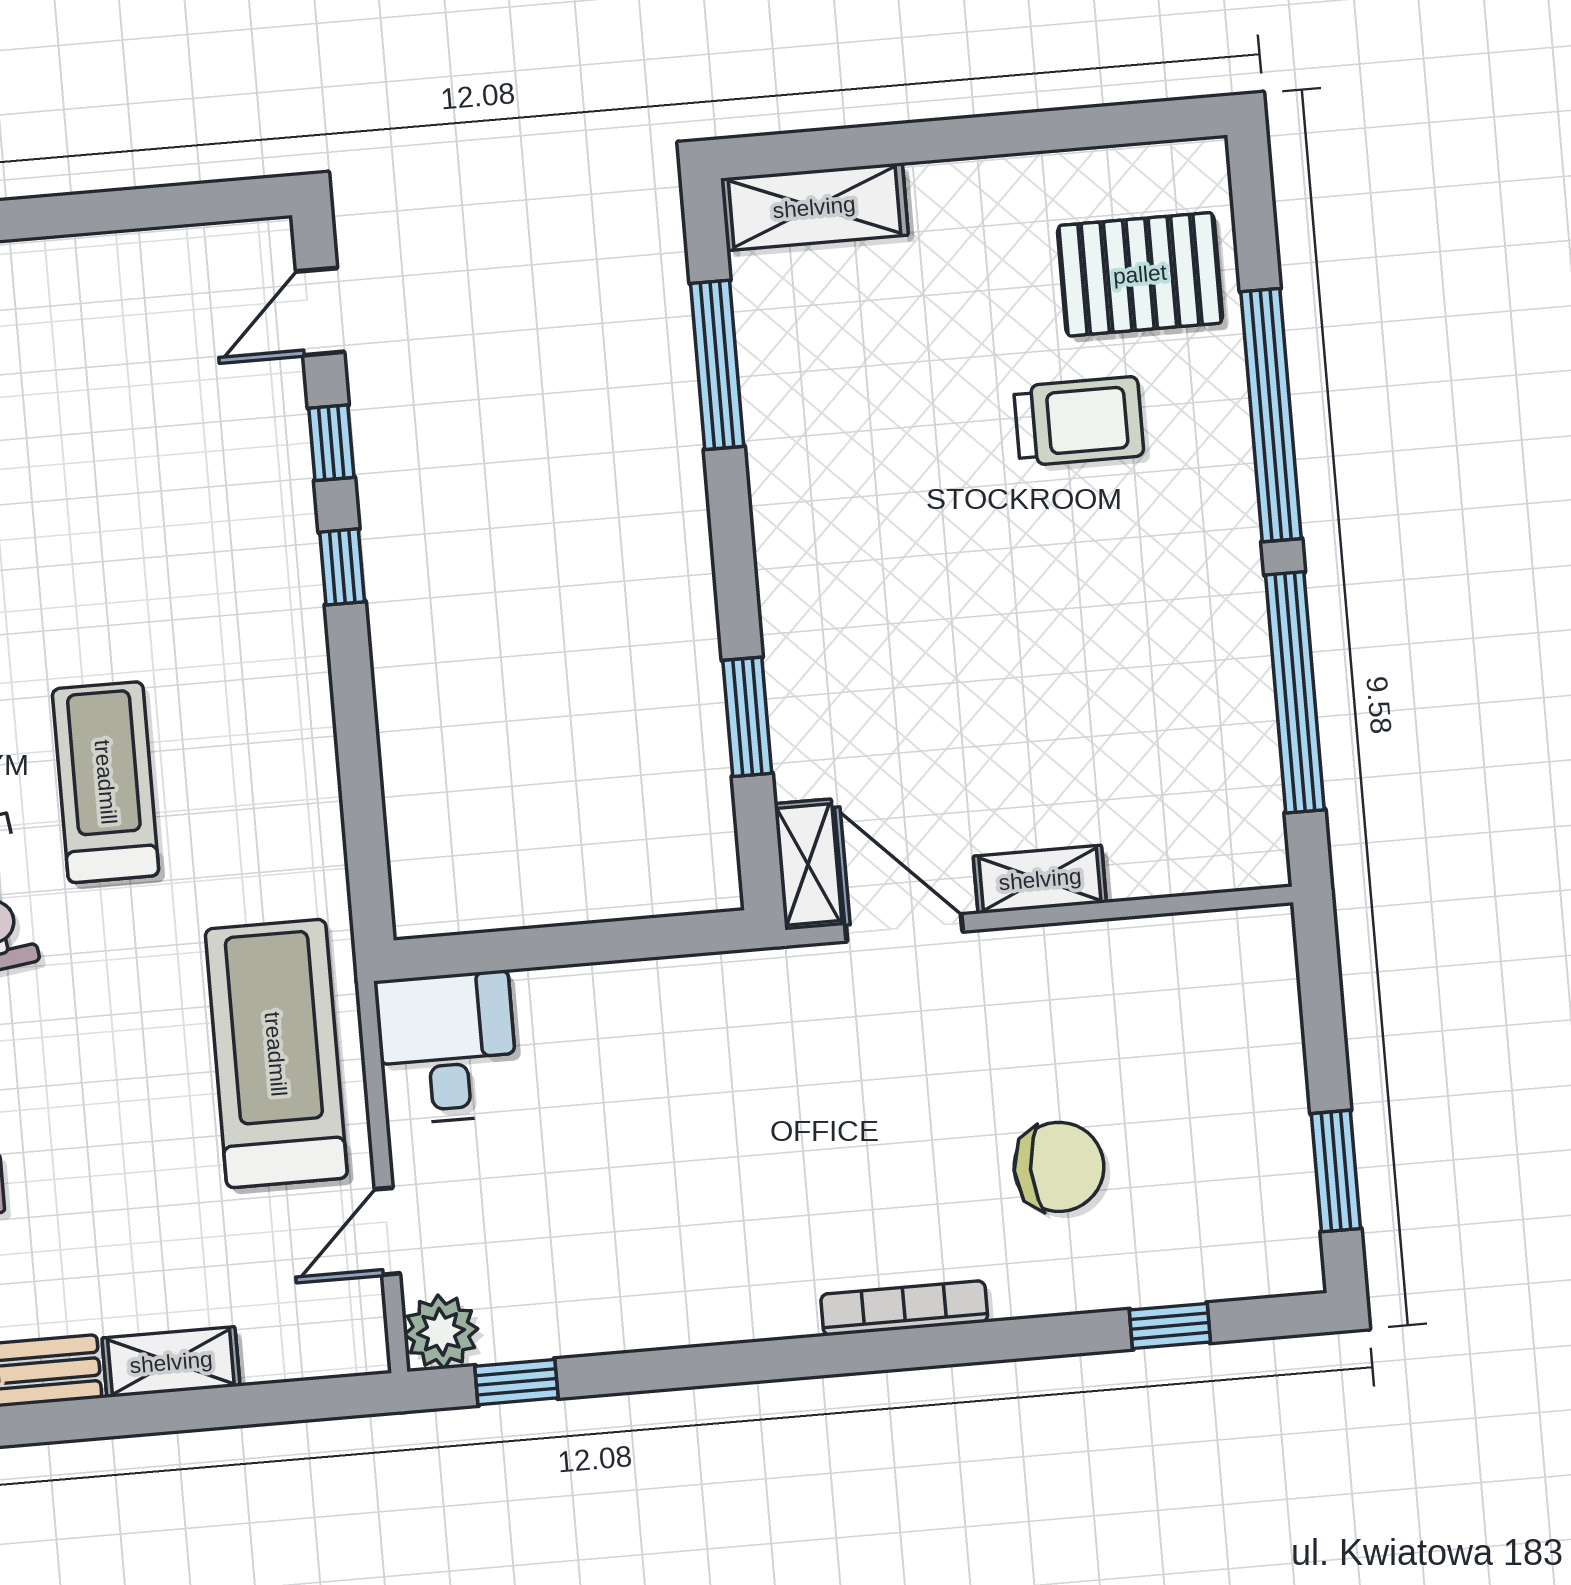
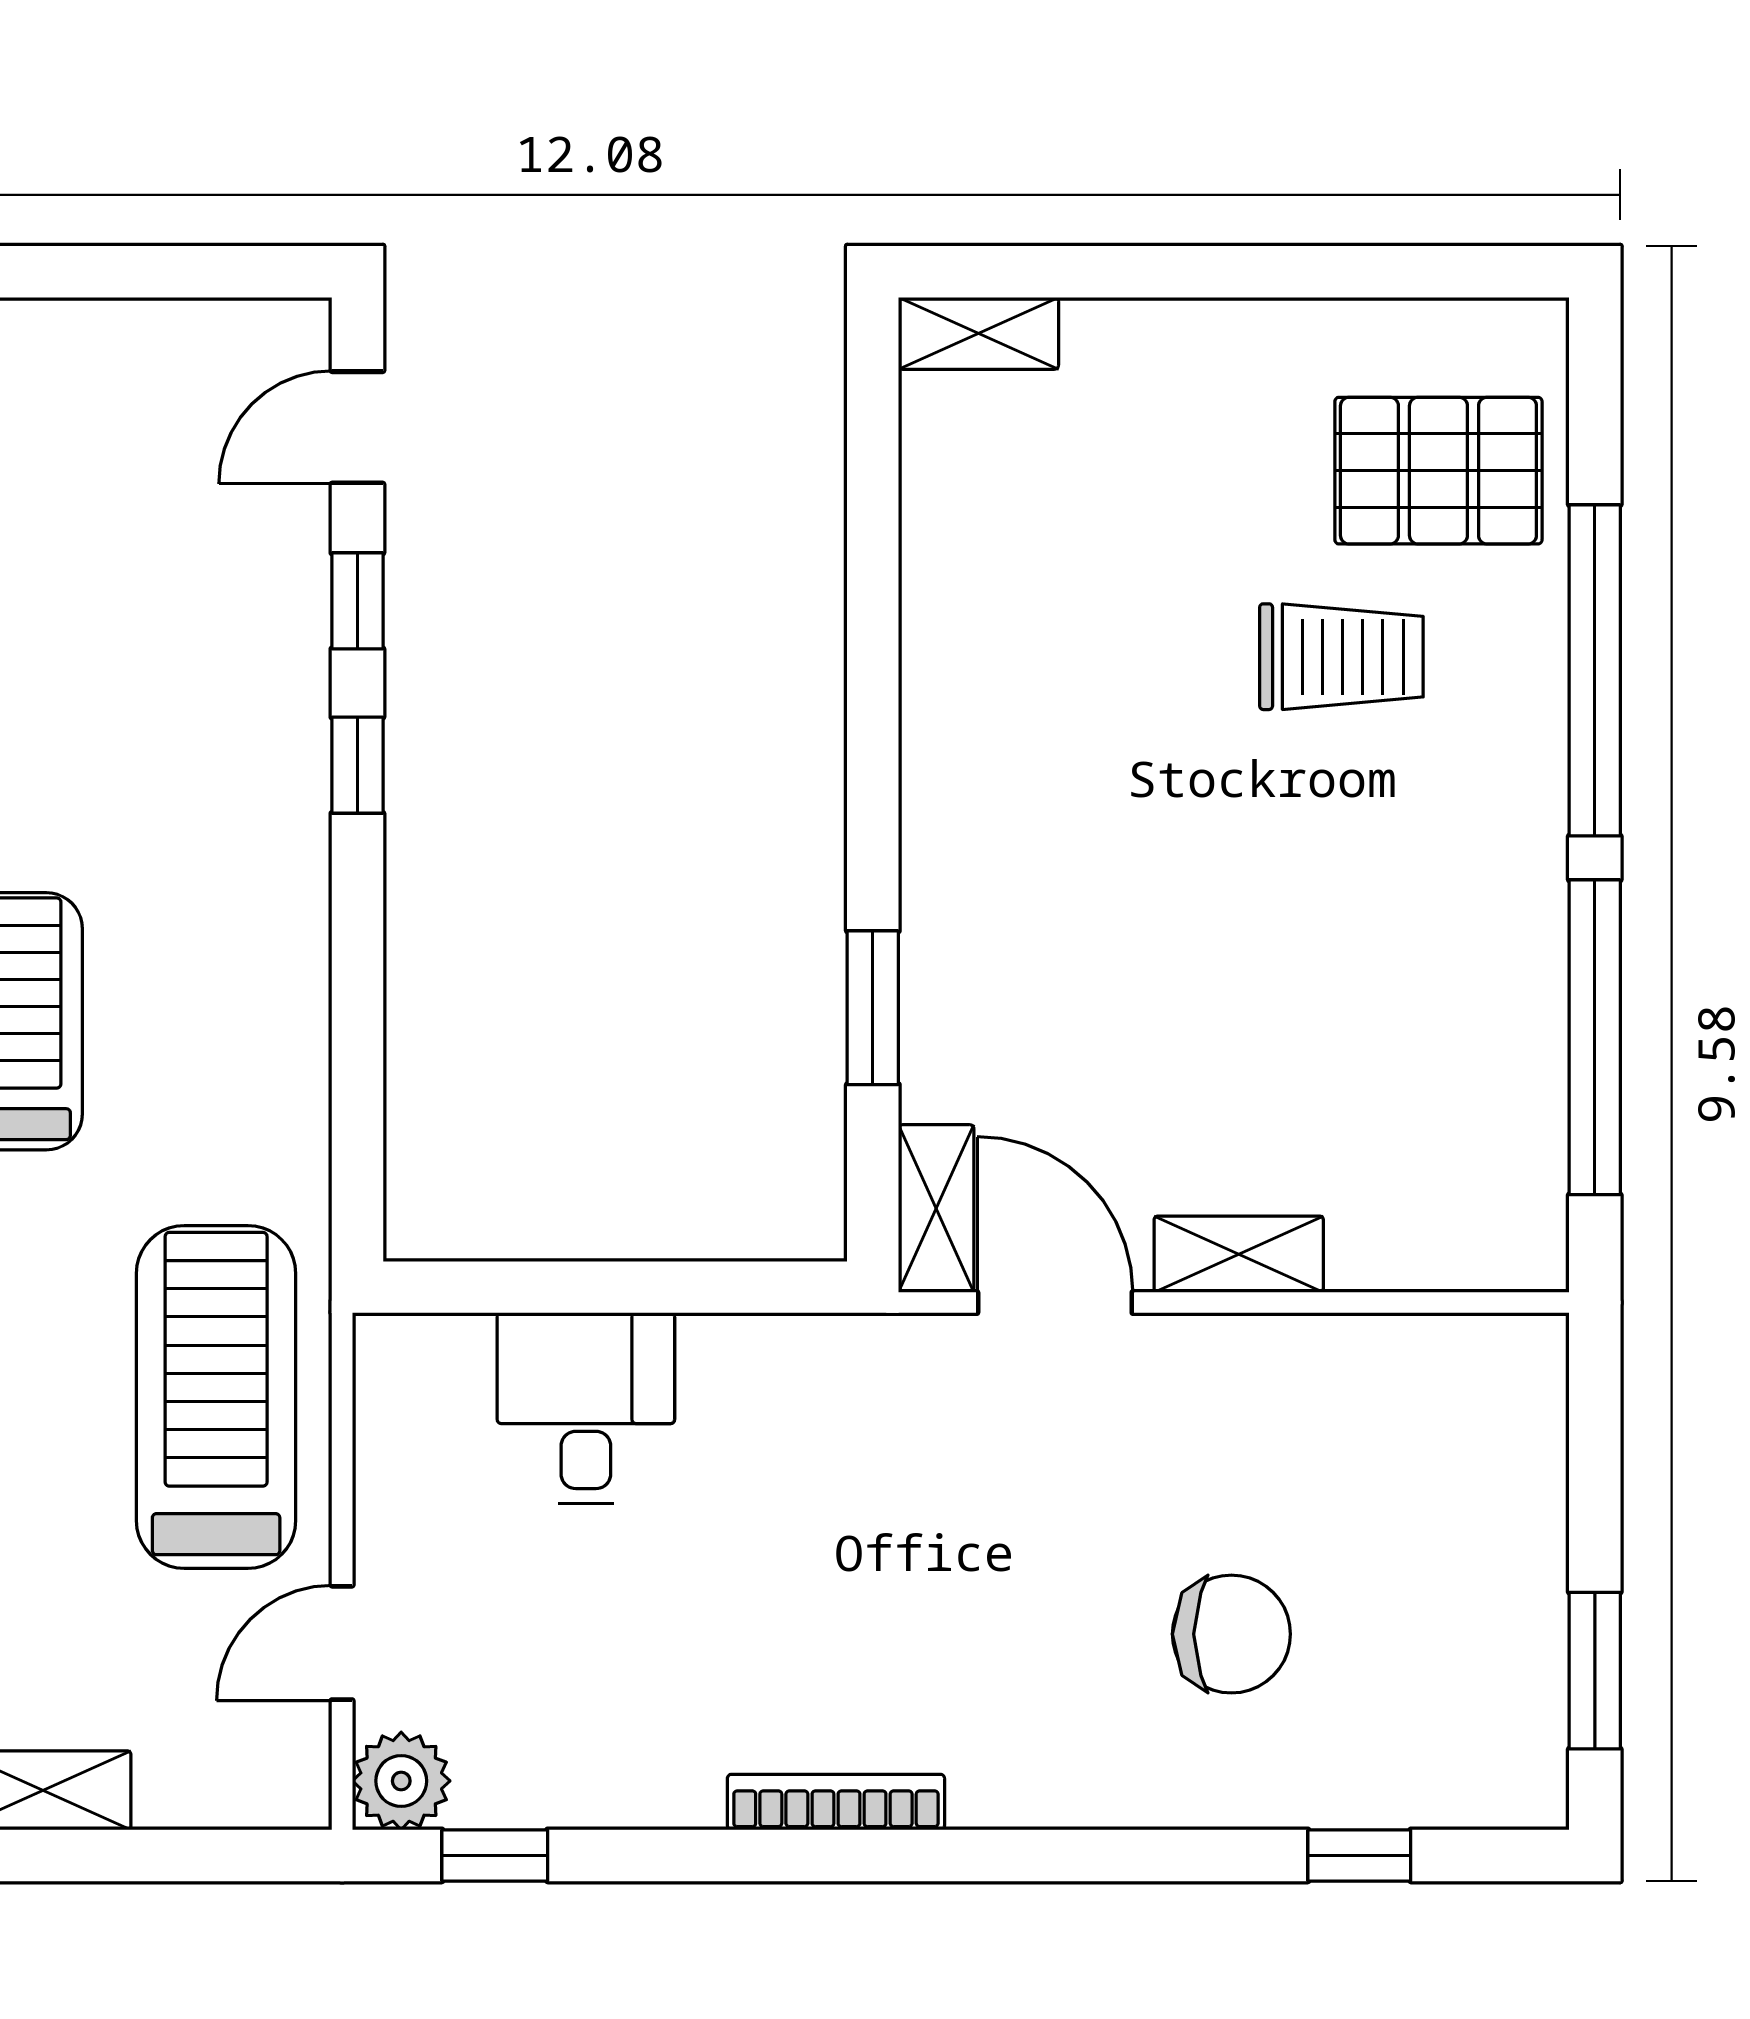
shelving: (814, 207) -> (978, 333), width x0.67, depth x0.75
window: (717, 365) -> (873, 542), removed
desk: (447, 1048) -> (586, 1408), moved
bookcase: (904, 1308) -> (836, 1802), moved

